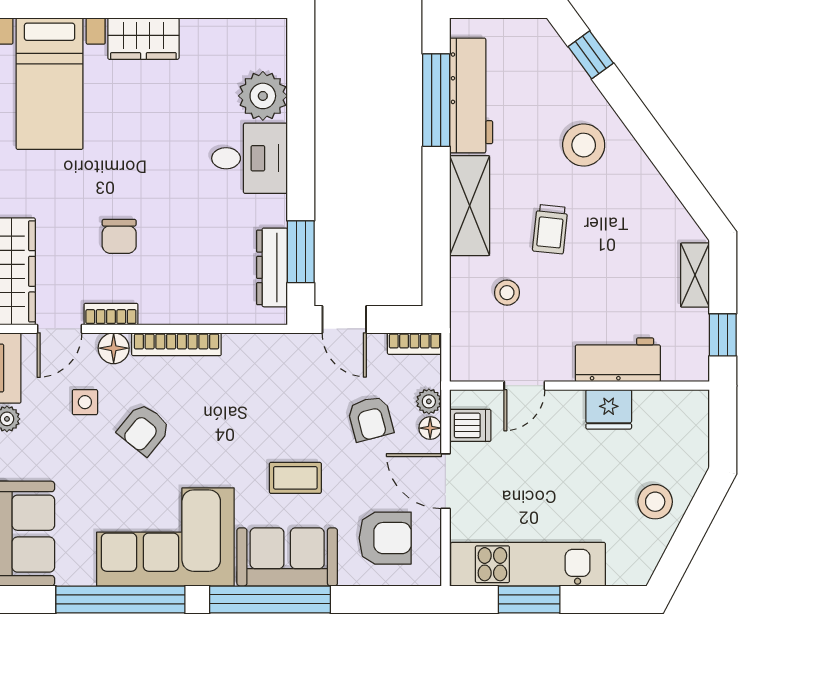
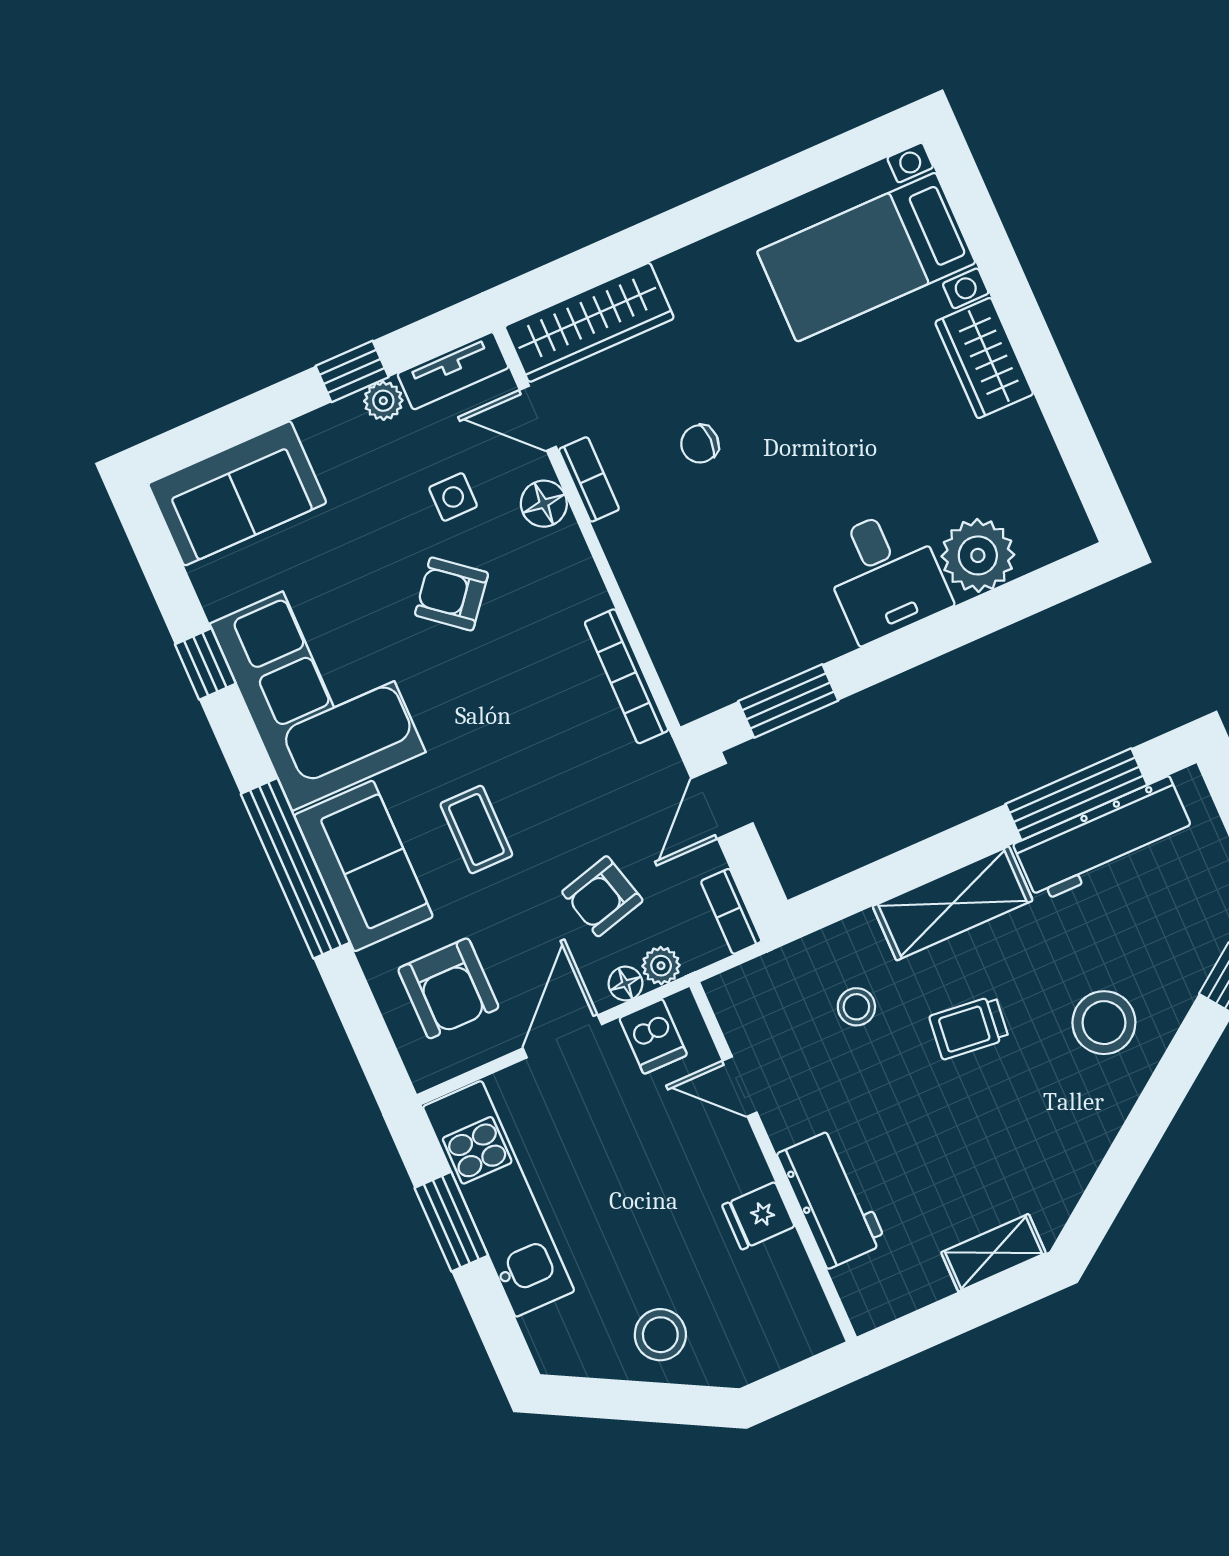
chair: (119, 236) -> (700, 444), width x0.73, depth x0.73
dresser: (272, 267) -> (749, 671), removed
window: (723, 335) -> (929, 1327), removed
bookcase: (176, 344) -> (626, 676), moved
fridge: (609, 409) -> (758, 1216), width x0.72
window: (120, 599) -> (205, 664), width x0.32

